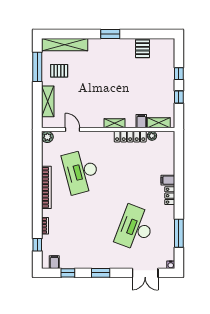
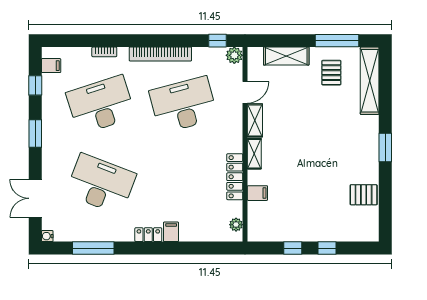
shelving: (159, 123) -> (255, 120), moved
plant: (152, 136) -> (236, 225), moved
desk: (81, 228) -> (101, 105), added
window: (37, 245) -> (217, 41), moved

